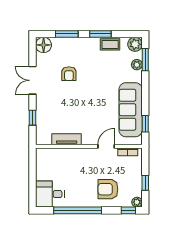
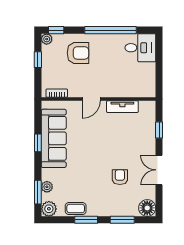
double door: (32, 80) -> (159, 170), swing flipped
window: (145, 124) -> (38, 143), moved
door: (106, 146) -> (91, 99), moved

